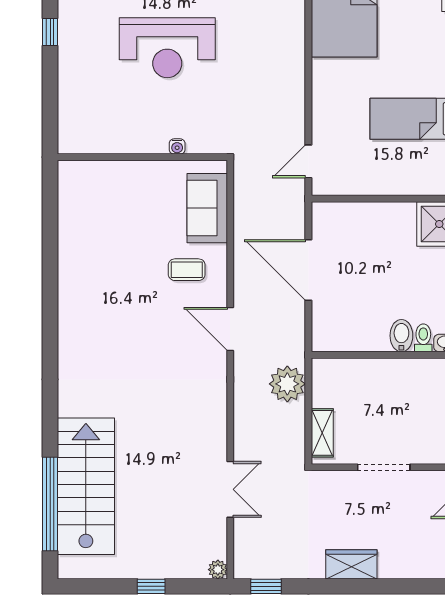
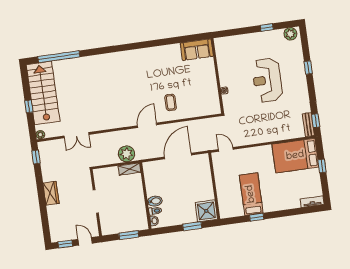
sofa: (207, 208) -> (197, 50), moved, turned 180
shelving: (322, 433) -> (129, 169), moved
stairs: (86, 486) -> (43, 93), moved, turned -90

